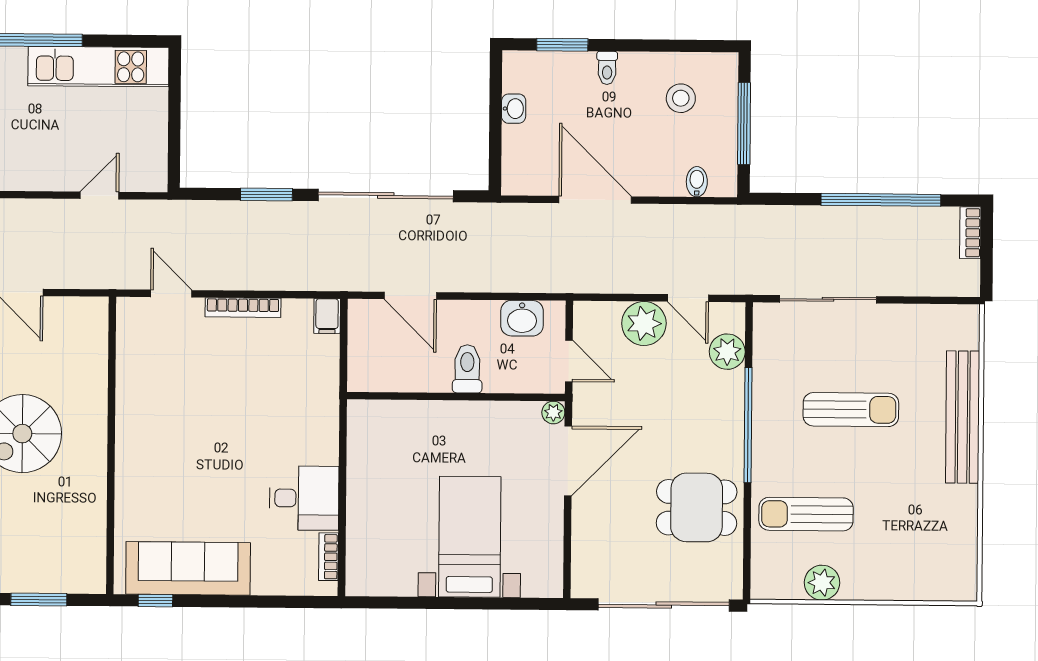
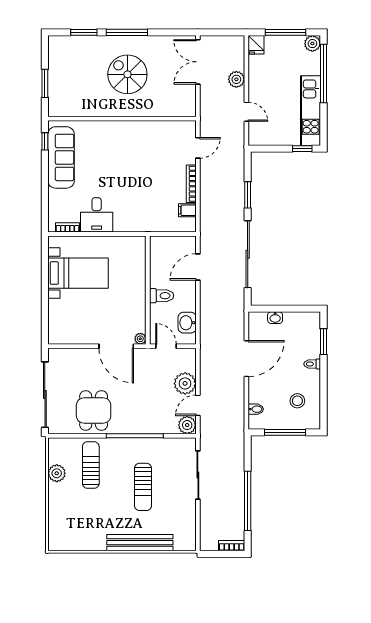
window: (175, 84) -> (302, 149), added
washbasin: (514, 109) -> (275, 318), moved
plant: (34, 215) -> (236, 79), added
filing cabinet: (327, 316) -> (187, 210), moved
plant: (727, 352) -> (187, 425), moved
door: (569, 361) -> (166, 346), swing flipped
bed with nightstands: (470, 537) -> (78, 273), moved

